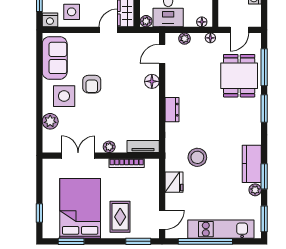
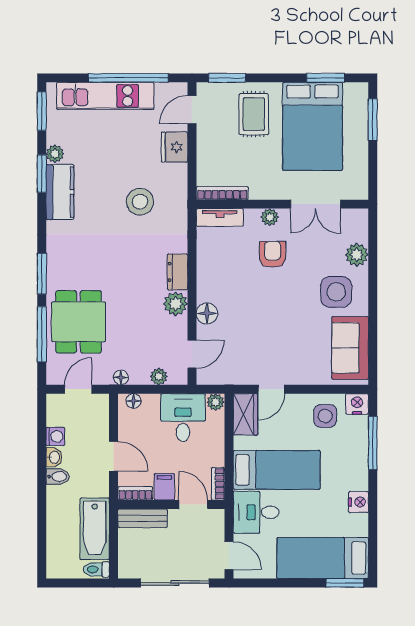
armchair: (92, 84) -> (273, 254), moved
plant: (173, 88) -> (176, 304), added
bookcase: (127, 163) -> (222, 193), moved
fridge: (174, 182) -> (175, 147), moved
window: (39, 213) -> (373, 120), width x1.50

